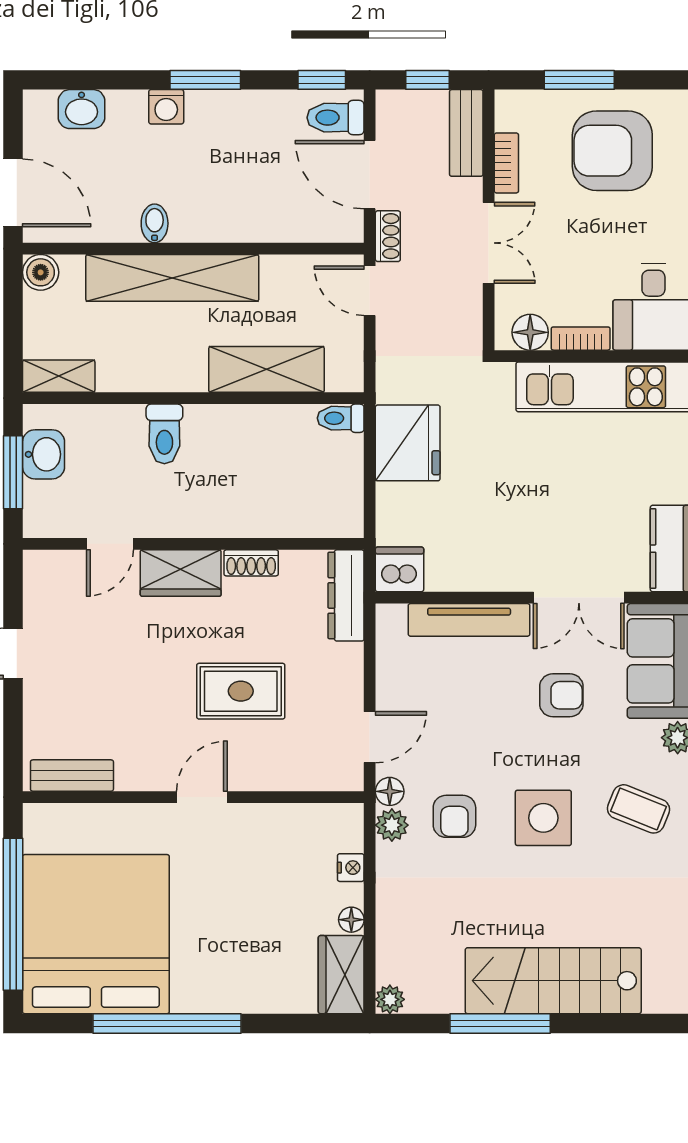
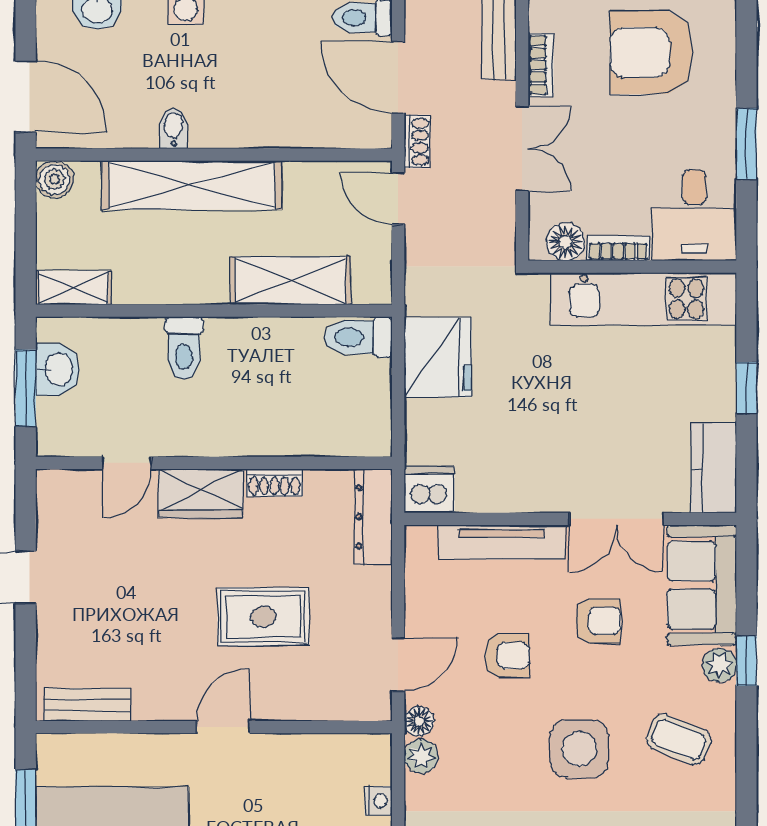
toilet: (341, 418) -> (358, 337), width x1.37, depth x1.39
armchair: (454, 816) -> (507, 656), moved, turned -90

